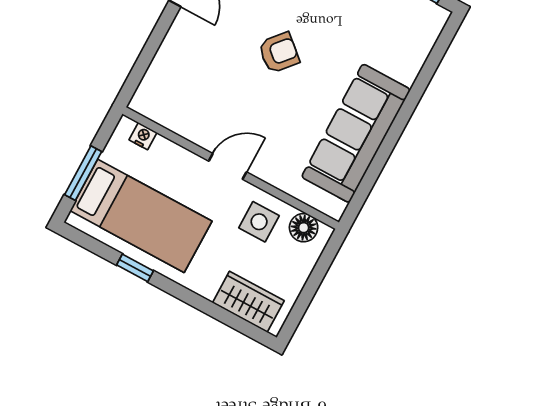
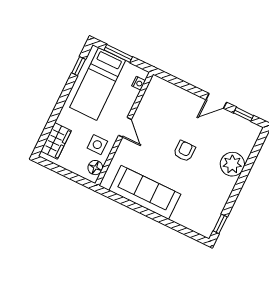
armchair: (279, 53) -> (184, 151), turned -131
window: (135, 268) -> (79, 66), moved

